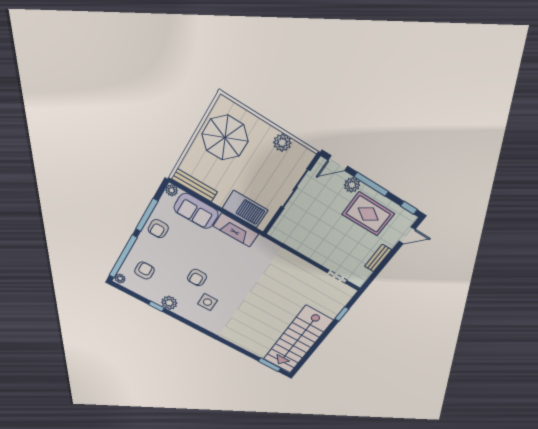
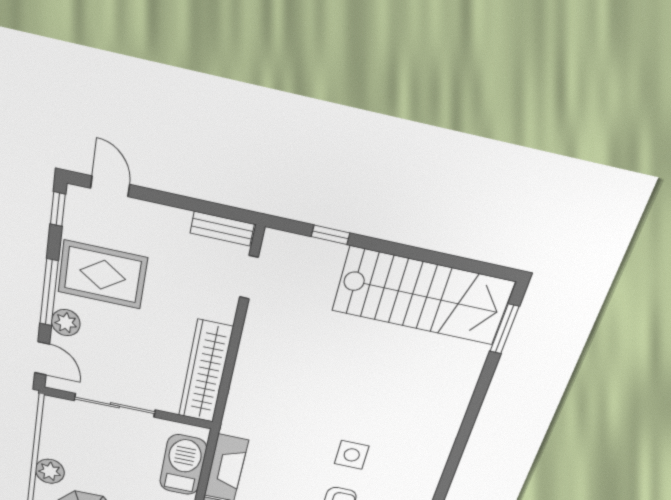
plant: (282, 143) -> (50, 471), moved
rug: (368, 214) -> (103, 275), turned 90
wardrobe: (297, 241) -> (206, 372), added
bench: (378, 258) -> (222, 229), moved
side table: (207, 302) -> (352, 455), moved

